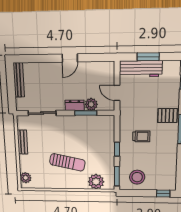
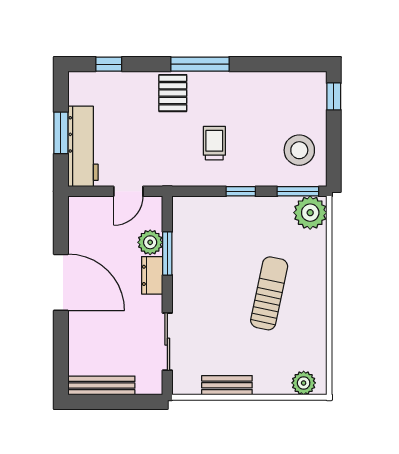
door: (70, 58) -> (61, 282), width x1.87
plant: (96, 182) -> (310, 213), moved

